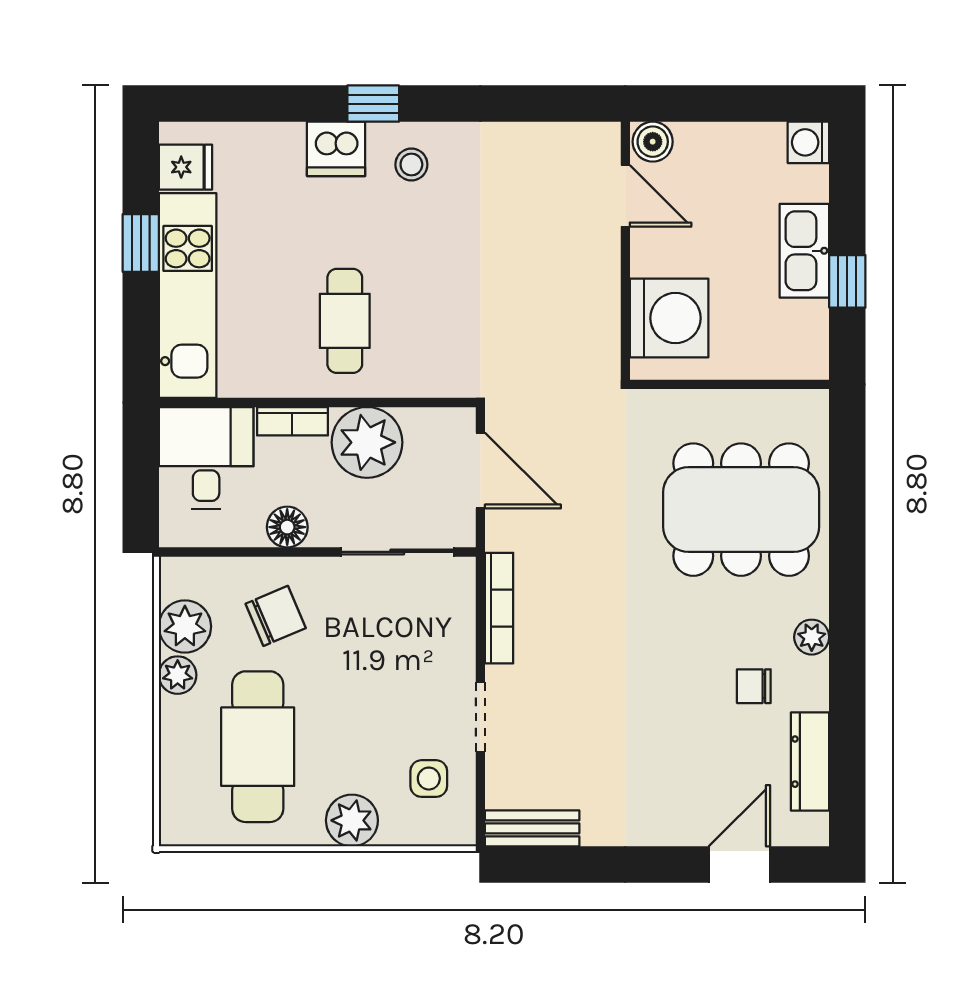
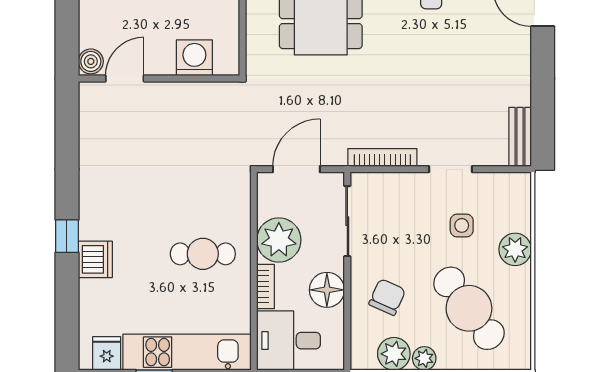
stool: (411, 165) -> (105, 212), removed
washing machine: (669, 318) -> (194, 58), width x0.73, depth x0.73
floor lamp: (287, 527) -> (327, 290), width x1.38, depth x1.38
chair: (276, 616) -> (387, 297), turned 47
cafe table: (258, 747) -> (469, 308), turned 53
side table: (429, 779) -> (462, 225), moved

